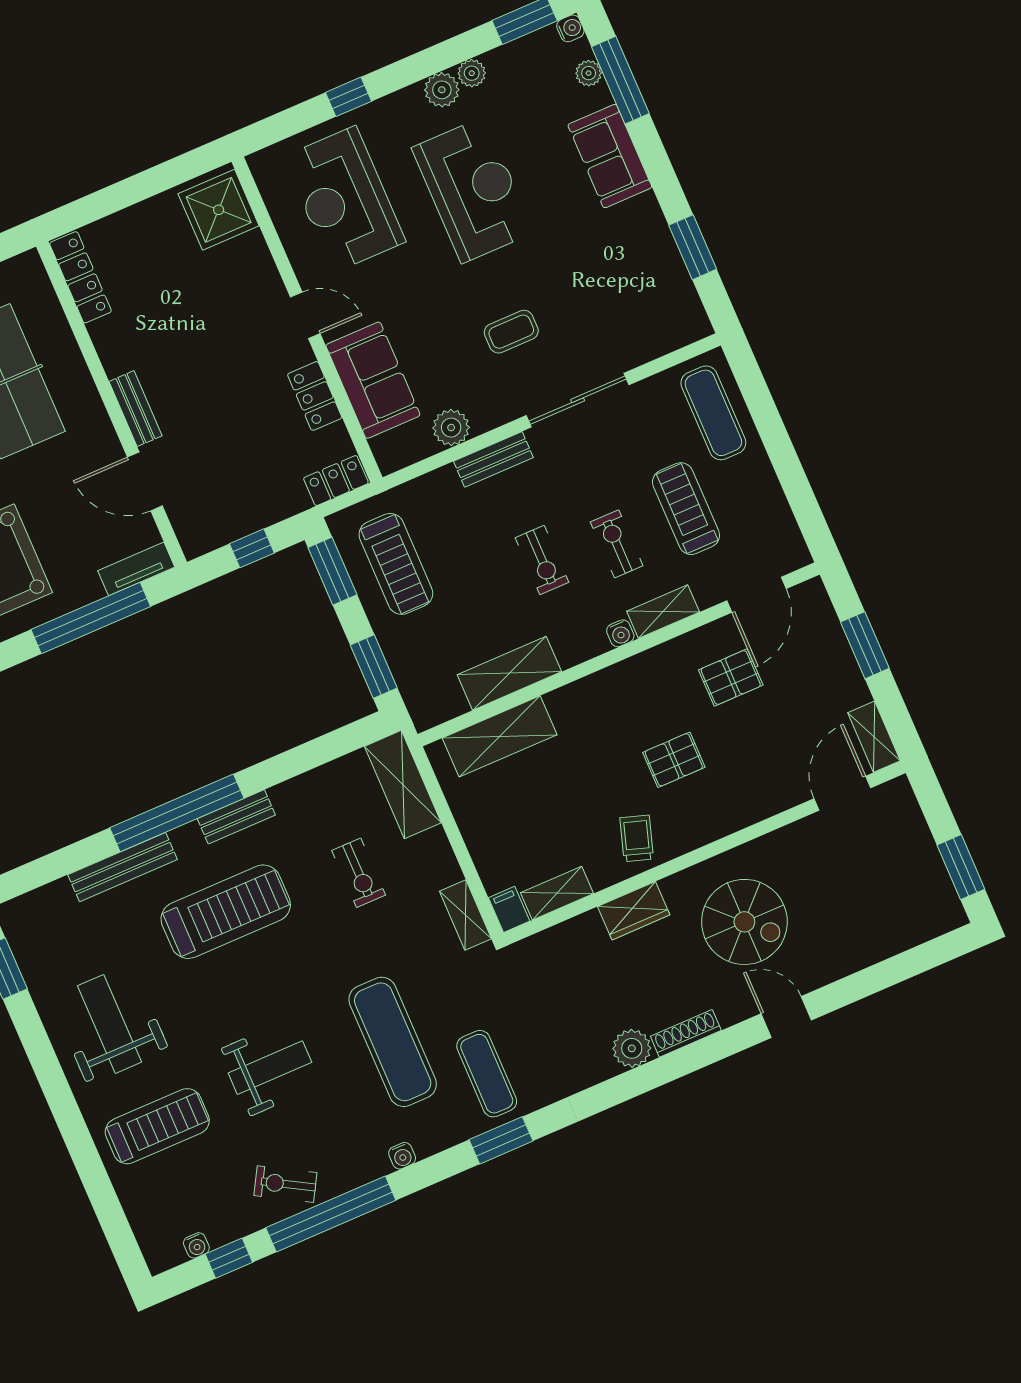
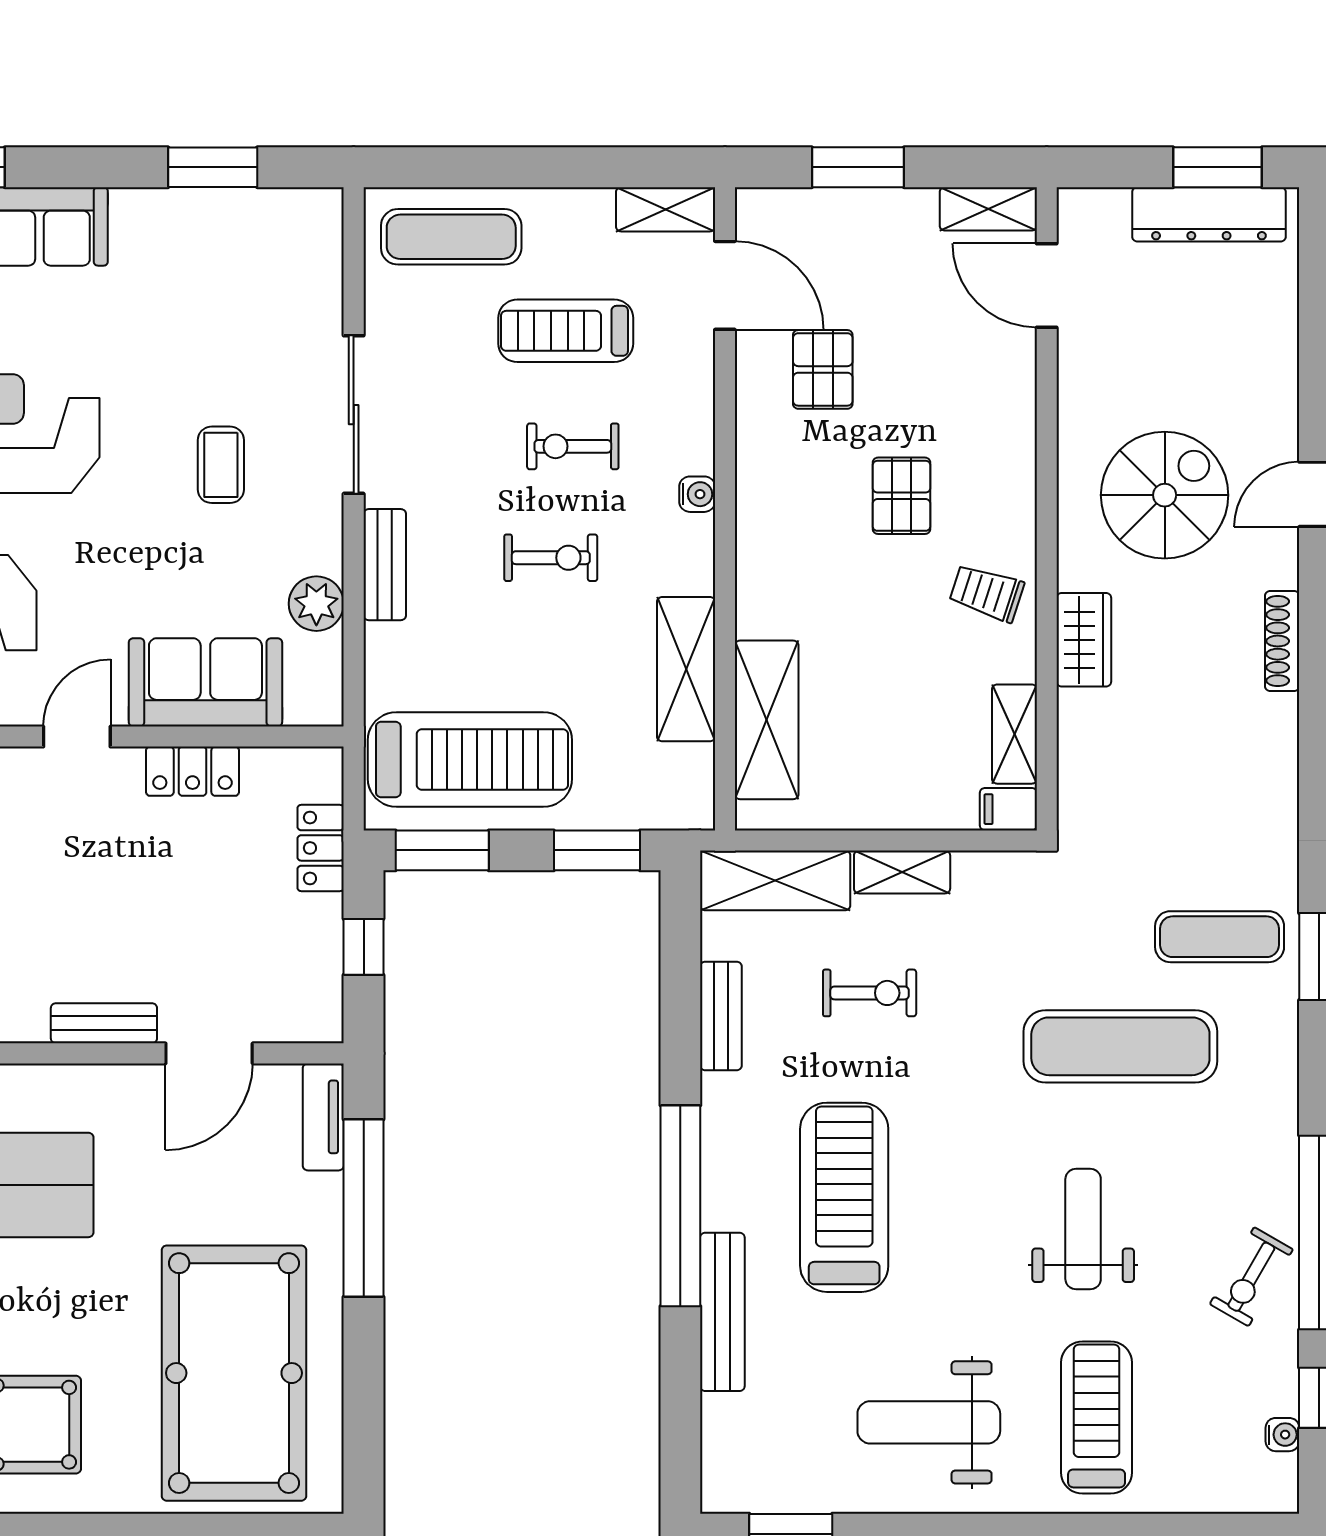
locker: (336, 481) -> (321, 848), moved
treadmill: (396, 564) -> (470, 759), width x1.37, depth x1.38
shelving: (663, 612) -> (666, 209), moved, turned 90
bench: (236, 817) -> (721, 1016), moved
dresser: (930, 874) -> (1209, 214), added
shelving: (465, 915) -> (902, 872), moved
plant: (632, 1048) -> (1271, 724), removed
water cooler: (402, 1156) -> (1282, 1101), removed

